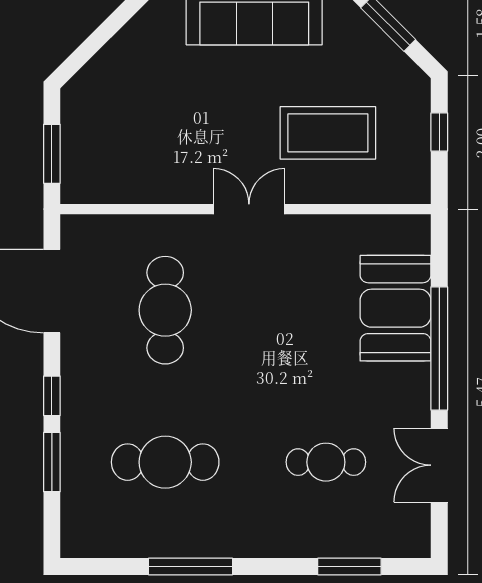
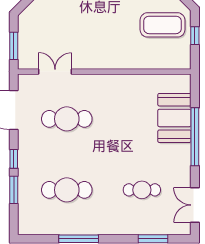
coffee table: (328, 133) -> (162, 25), moved
double door: (249, 209) -> (55, 72), moved
cafe table: (165, 310) -> (67, 119), turned 90
double door: (439, 465) -> (195, 205), moved

